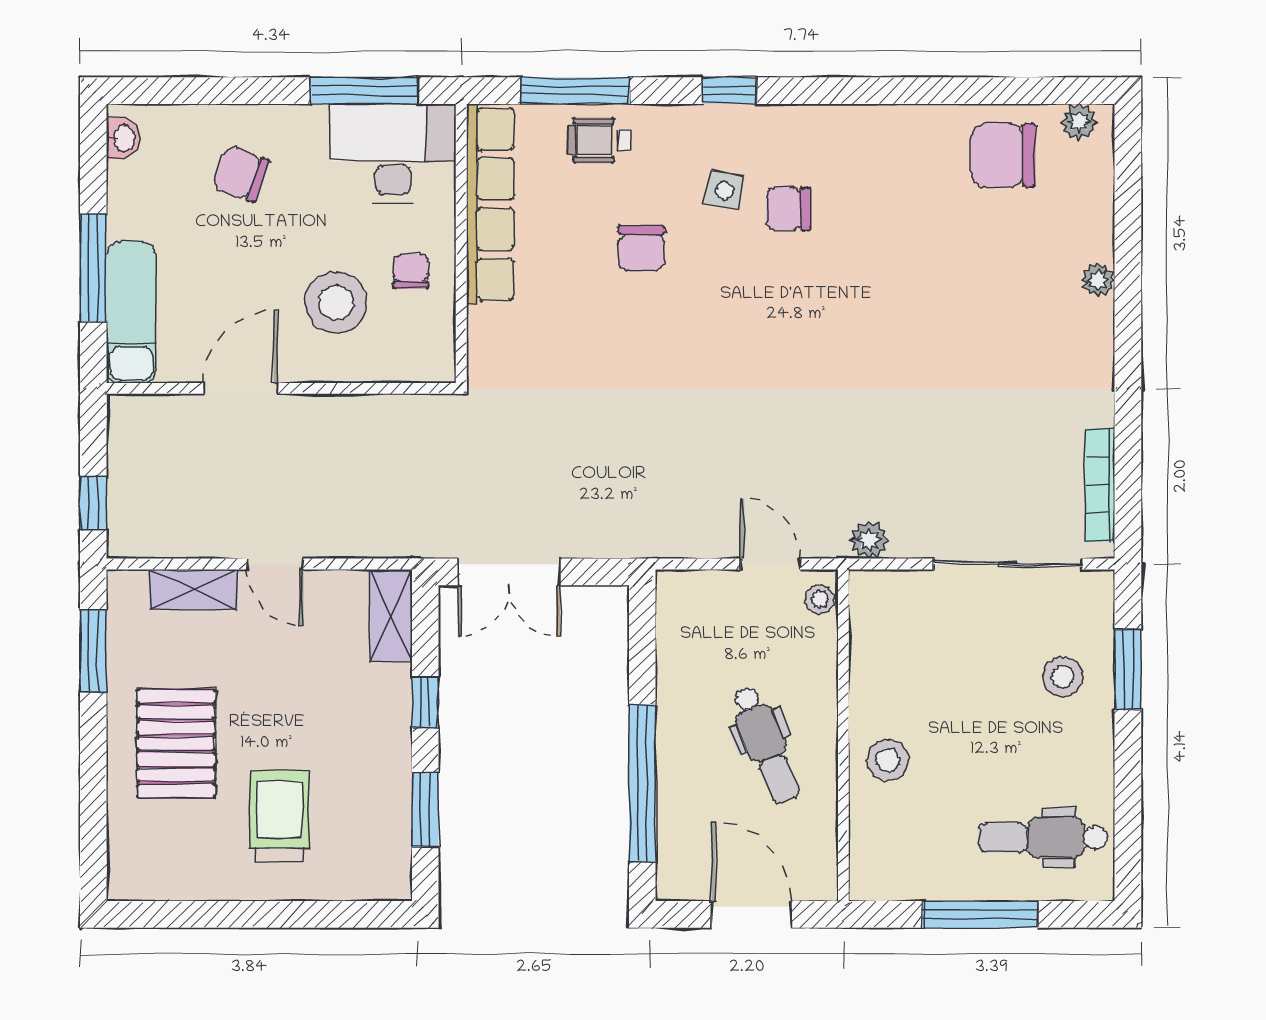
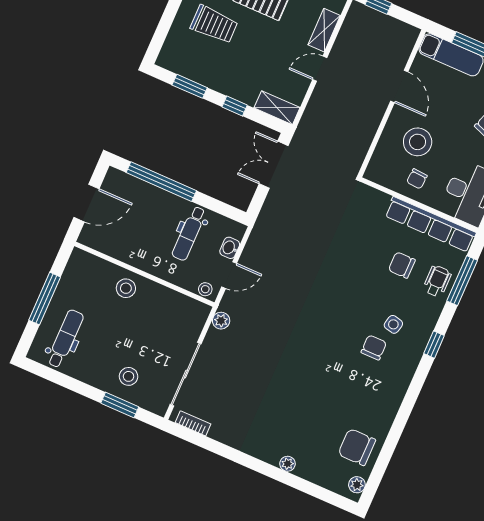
chair: (1003, 155) -> (357, 447), turned -90
chair: (641, 248) -> (402, 265), moved
chair: (411, 271) -> (417, 179), turned 94
bookcase: (1100, 485) -> (193, 423), width x0.64
washbasin: (715, 587) -> (230, 248), added
dental chair: (765, 745) -> (189, 233), moved, turned -68

